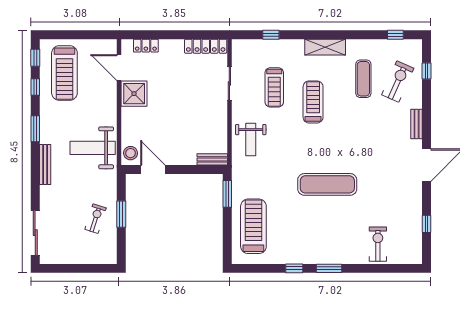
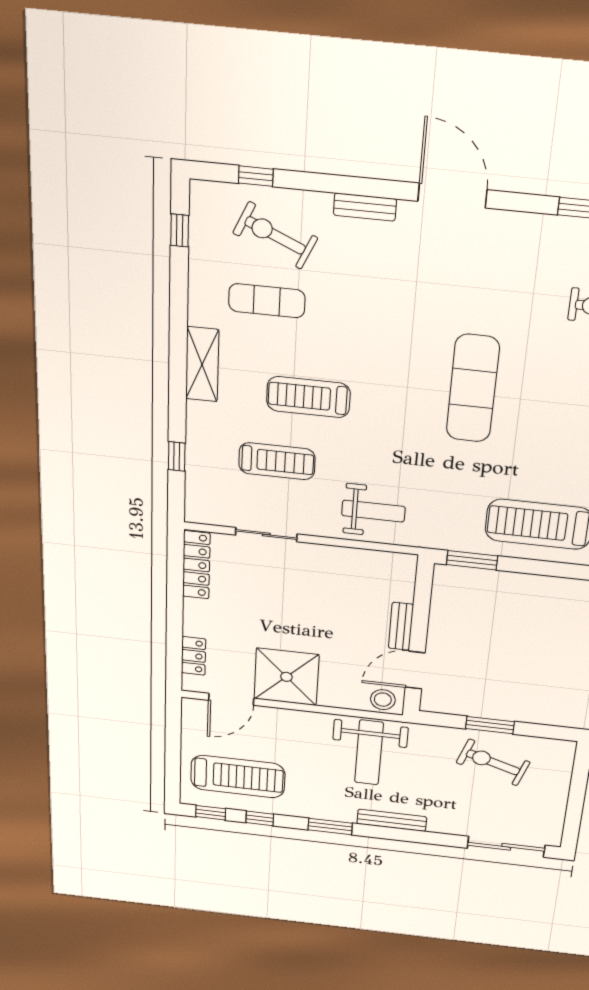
shower: (134, 94) -> (286, 677), width x1.37, depth x1.37
bench: (212, 159) -> (401, 626), moved
exercise bike: (96, 219) -> (493, 762), width x1.38, depth x1.39

